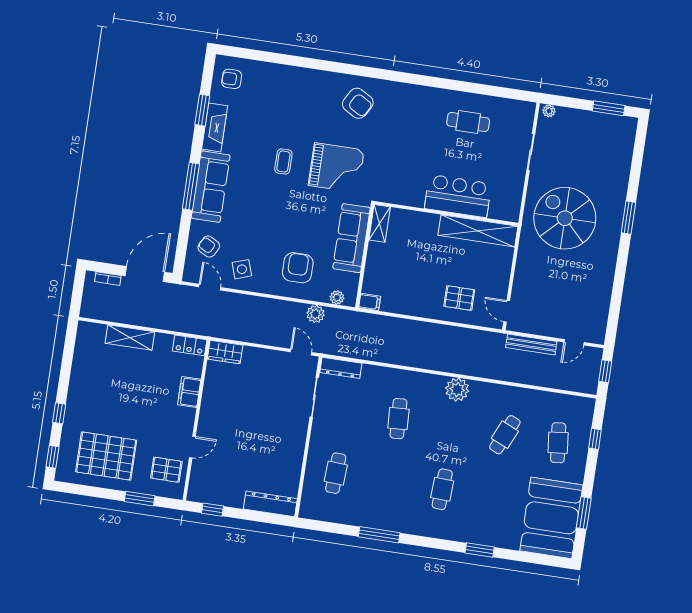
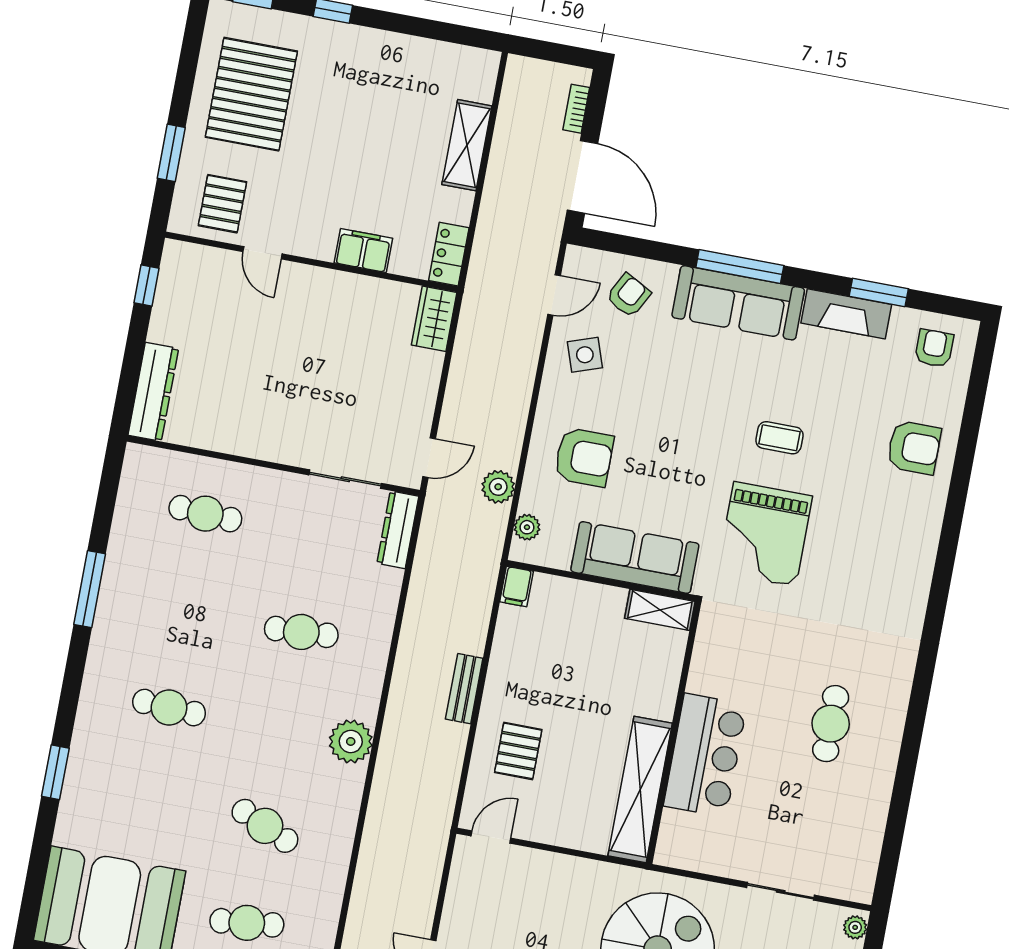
armchair: (358, 103) -> (914, 448), moved, turned -120
cafe table: (468, 122) -> (831, 724), moved
bench: (531, 345) -> (464, 689), moved, width x0.73

